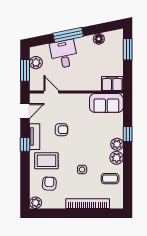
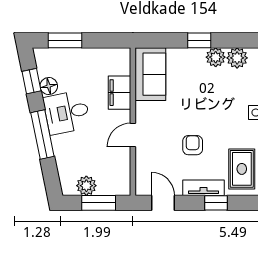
window: (102, 28) -> (32, 81), added
desk: (64, 54) -> (67, 112), moved
filing cabinet: (112, 84) -> (120, 93), moved
door: (51, 92) -> (133, 135), moved

